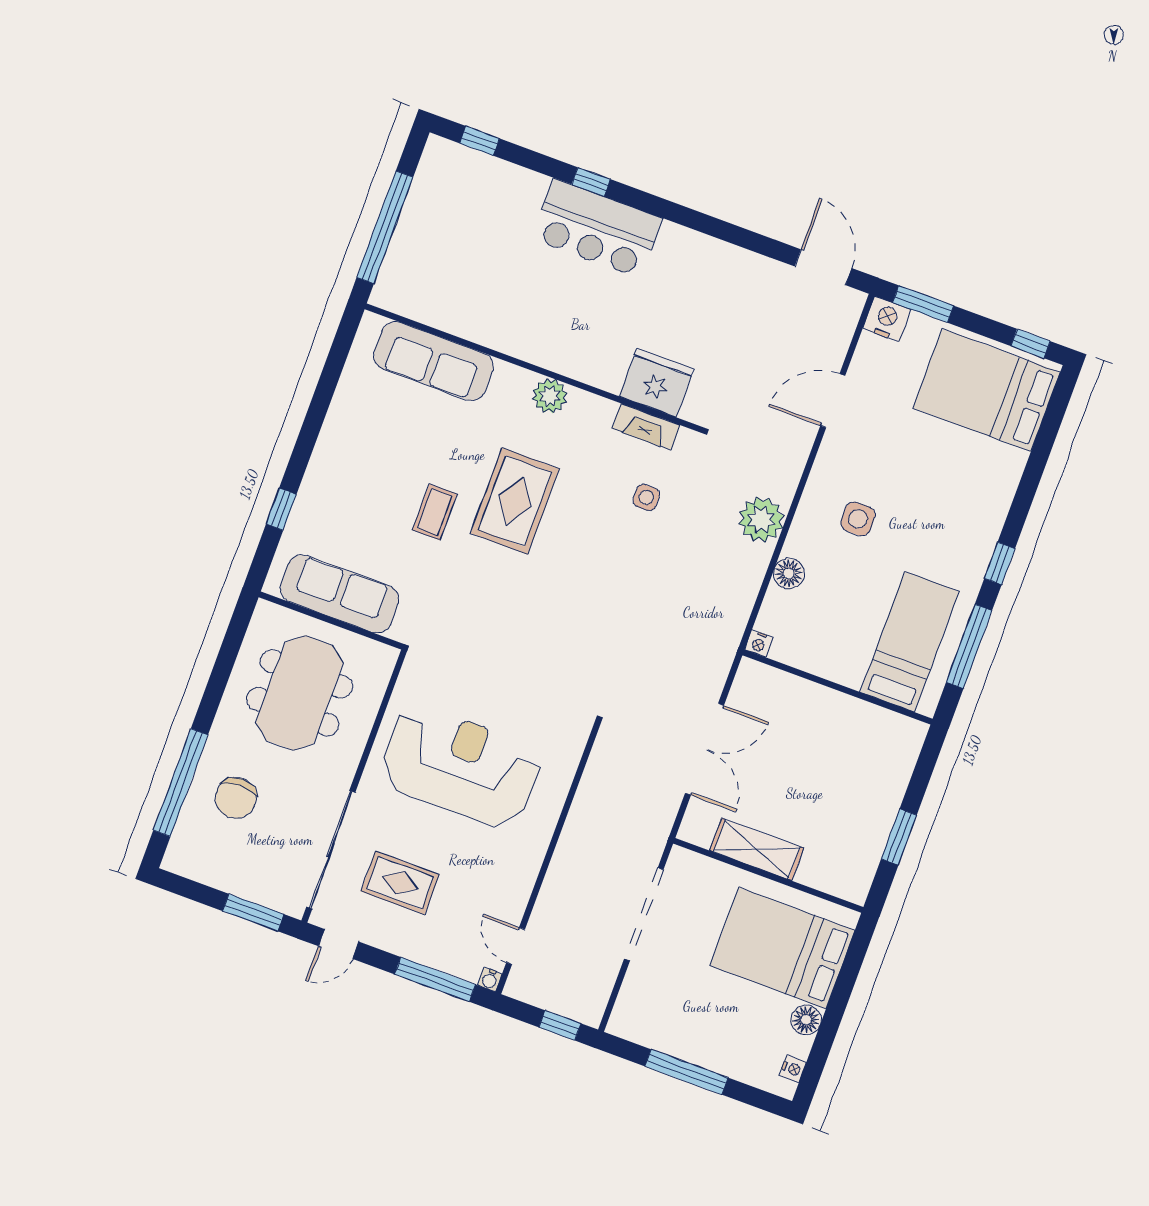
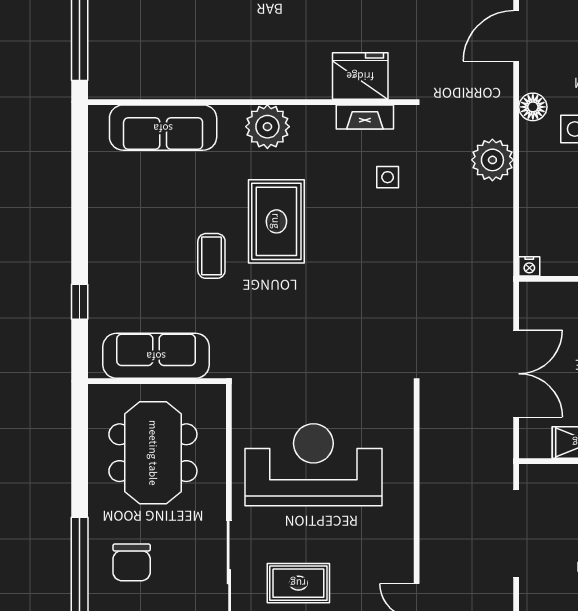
plant: (550, 396) -> (267, 127), width x1.36, depth x1.36
floor lamp: (789, 573) -> (533, 107), moved

